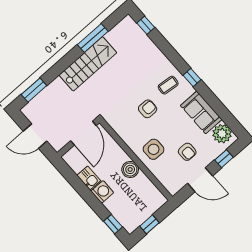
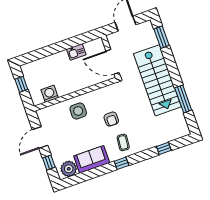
window: (146, 25) -> (164, 148), moved
stairs: (88, 64) -> (157, 80), width x1.36, depth x1.51
armchair: (187, 152) -> (66, 136), removed
boiler: (130, 169) -> (70, 87), removed
washing machine: (102, 192) -> (50, 94), moved, turned 180
window: (113, 224) -> (33, 56), removed

